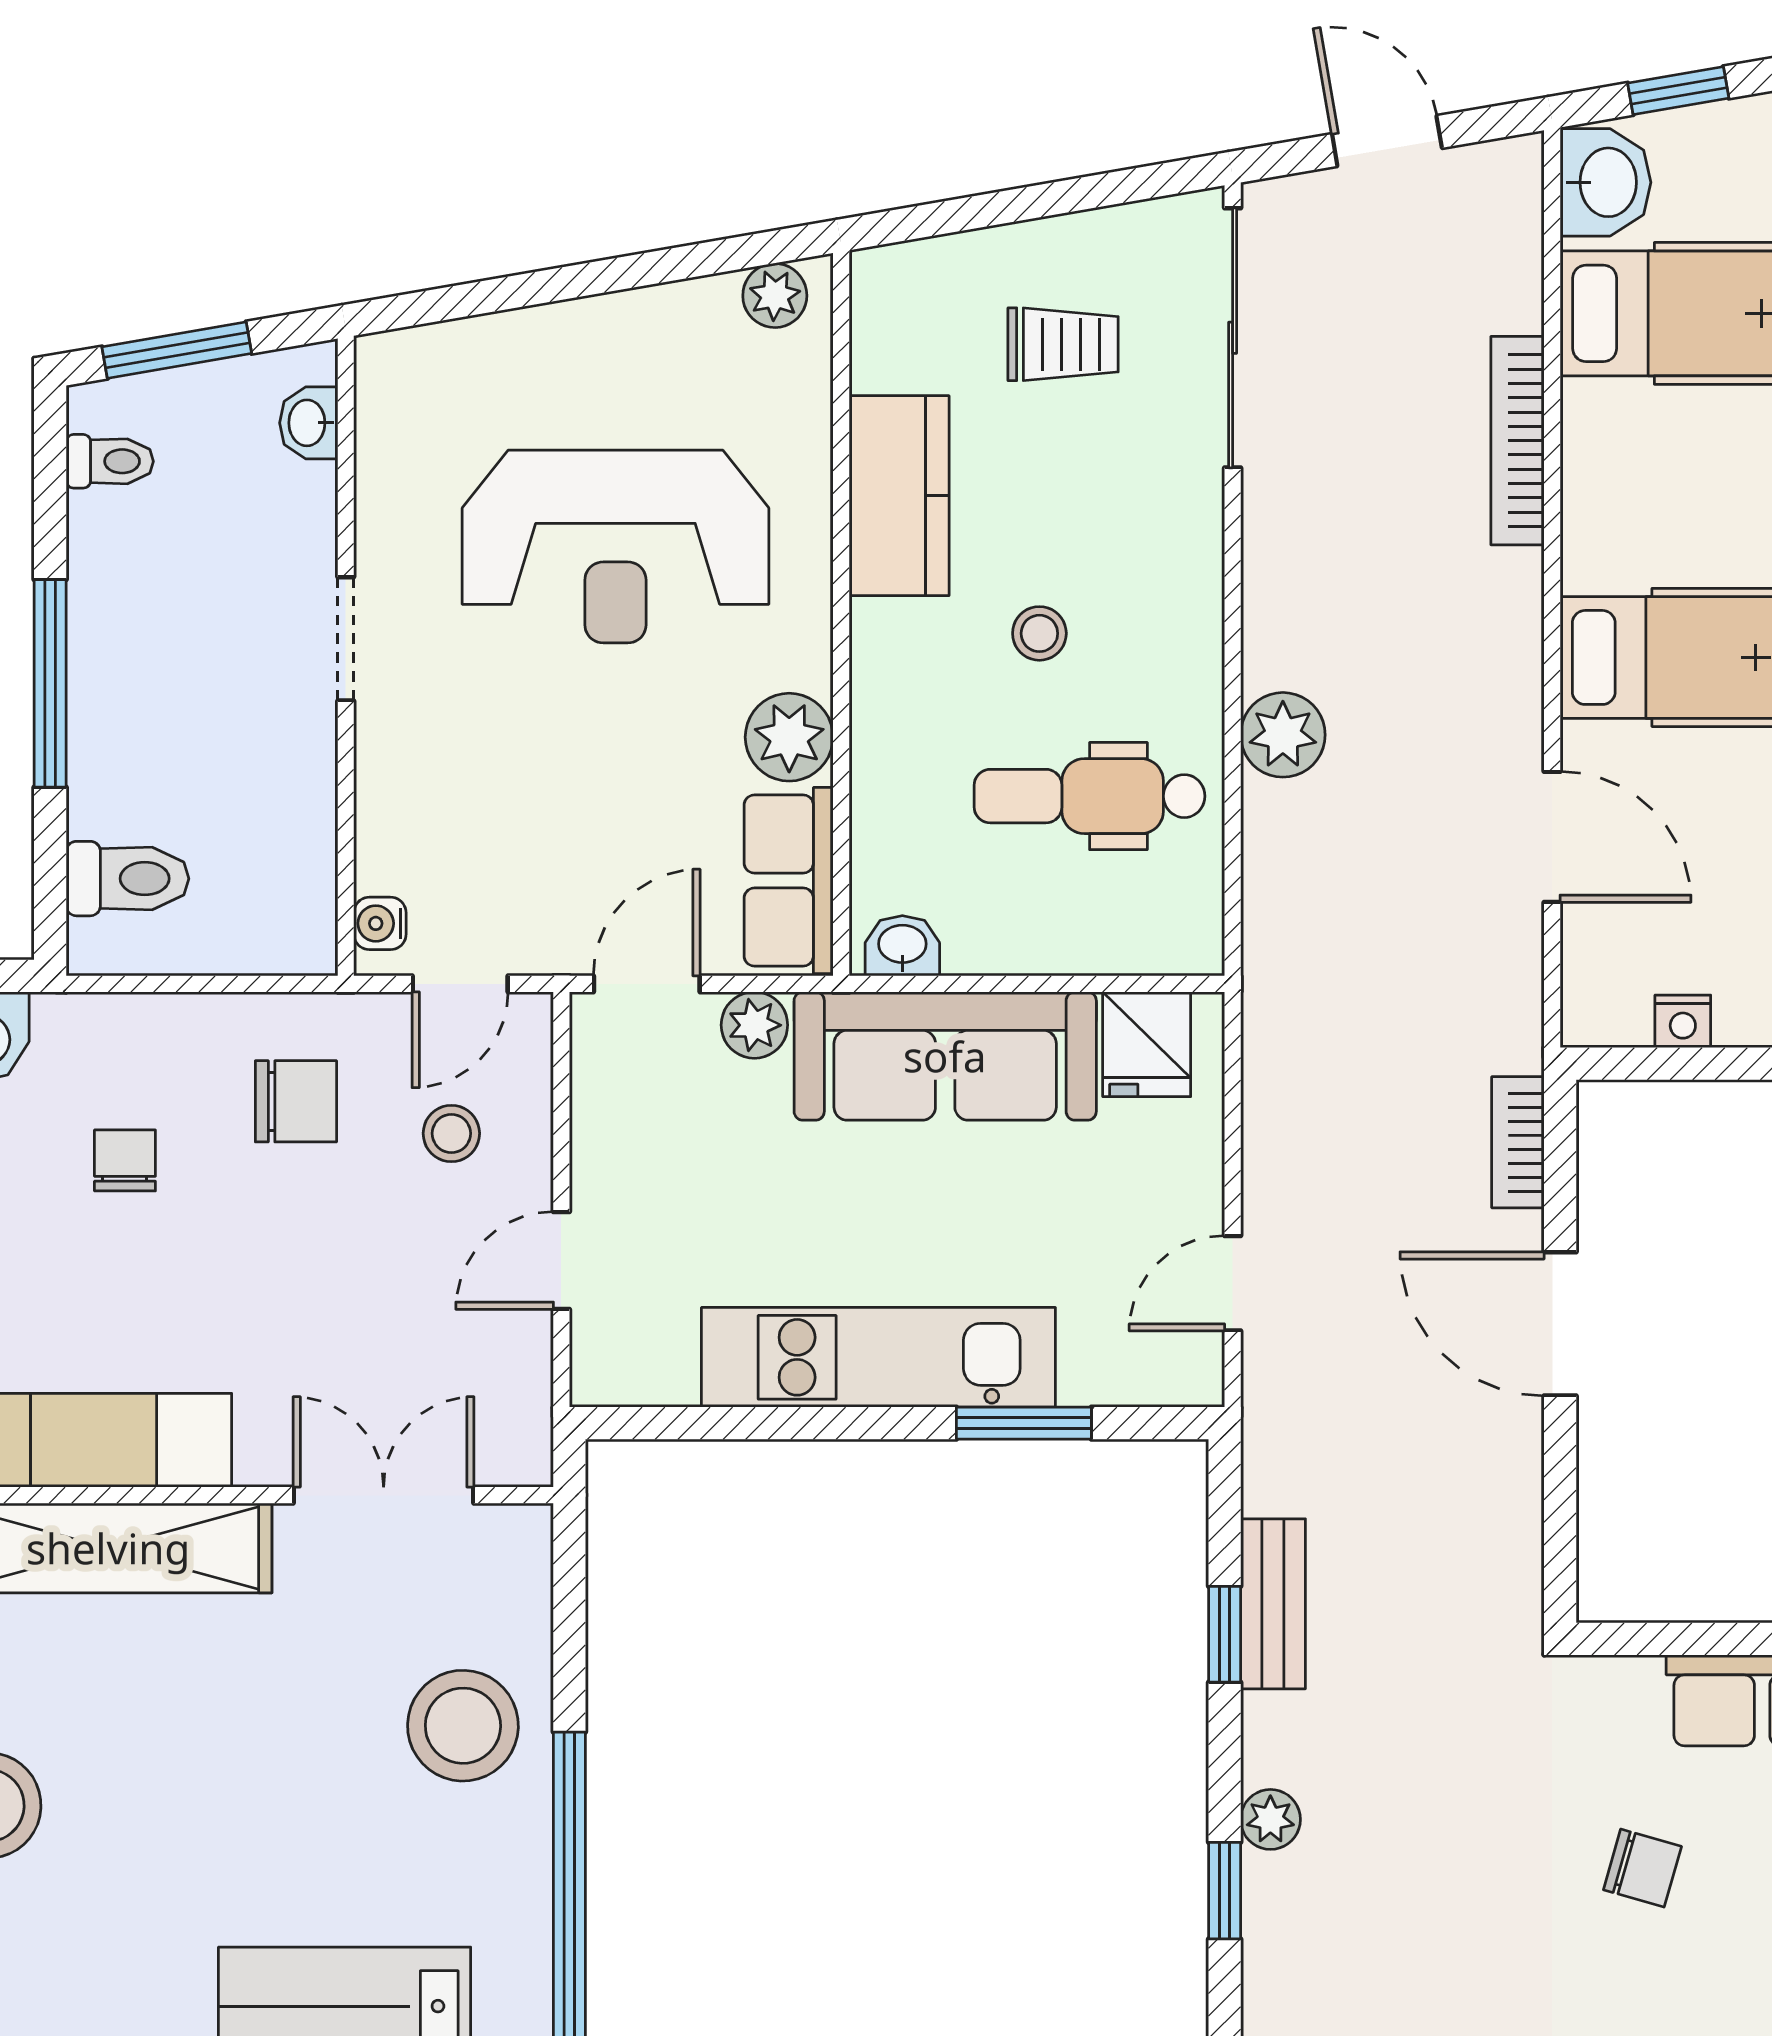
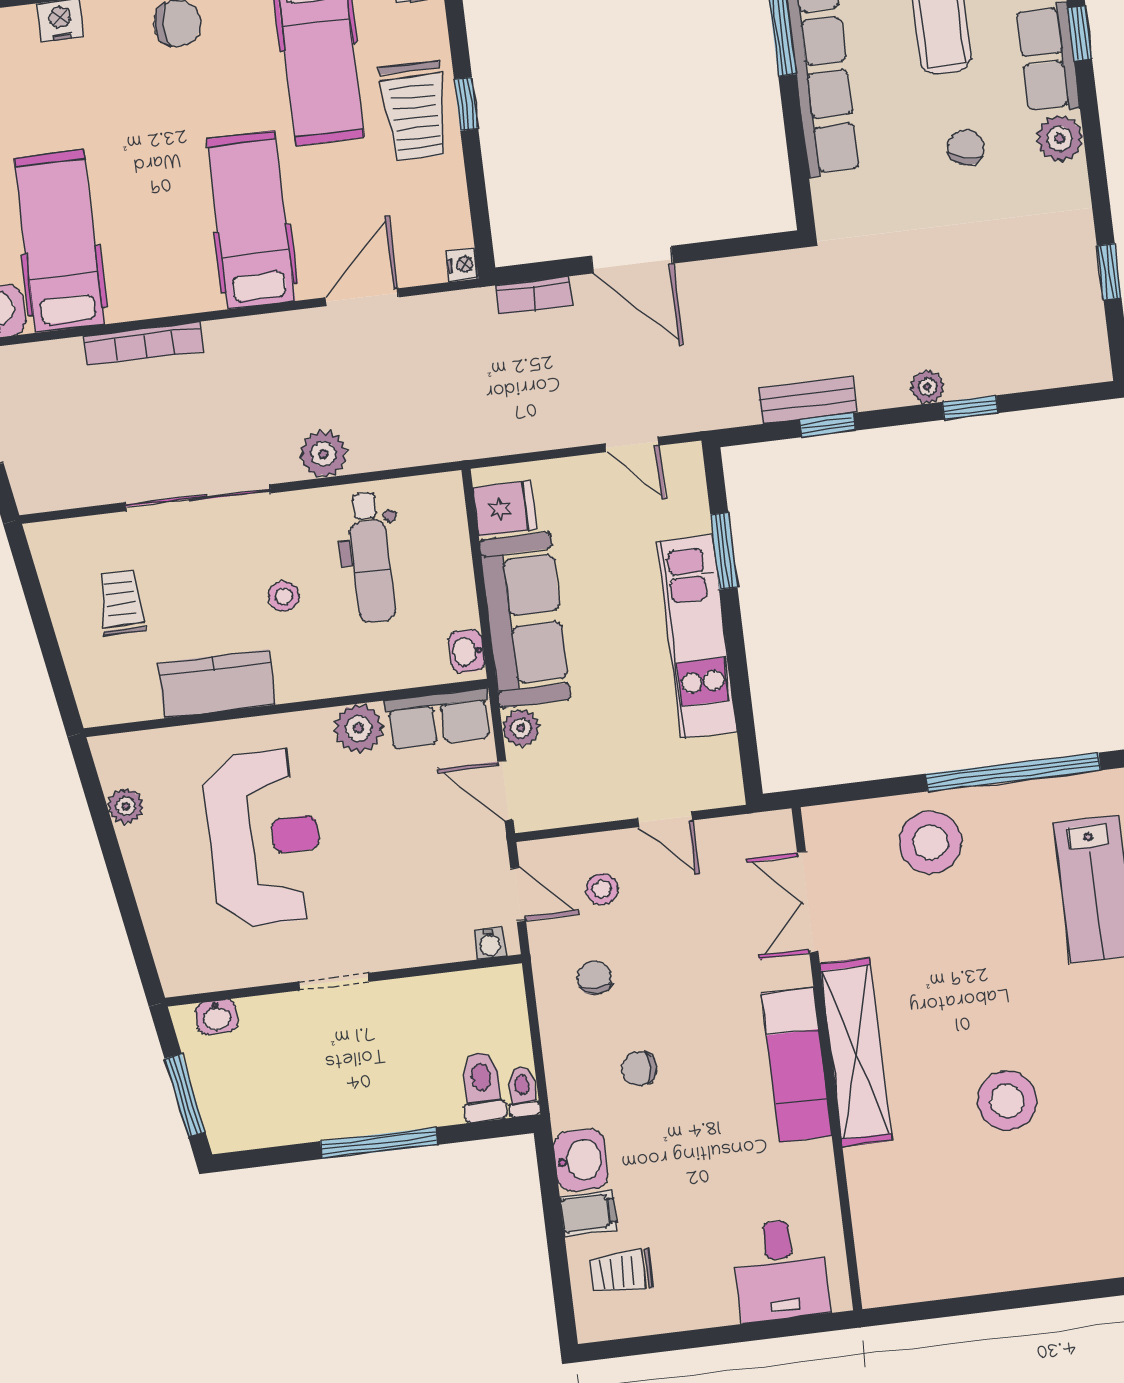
plant: (775, 295) -> (126, 806), moved
sliding door: (1233, 338) -> (198, 498), moved
toilet: (110, 461) -> (523, 1092), moved
nightstand: (1683, 1021) -> (462, 265), moved
chair: (296, 1101) -> (595, 978), width x0.73, depth x0.73
door: (1560, 1324) -> (632, 260), hinge flipped
chair: (1642, 1868) -> (966, 147), moved

